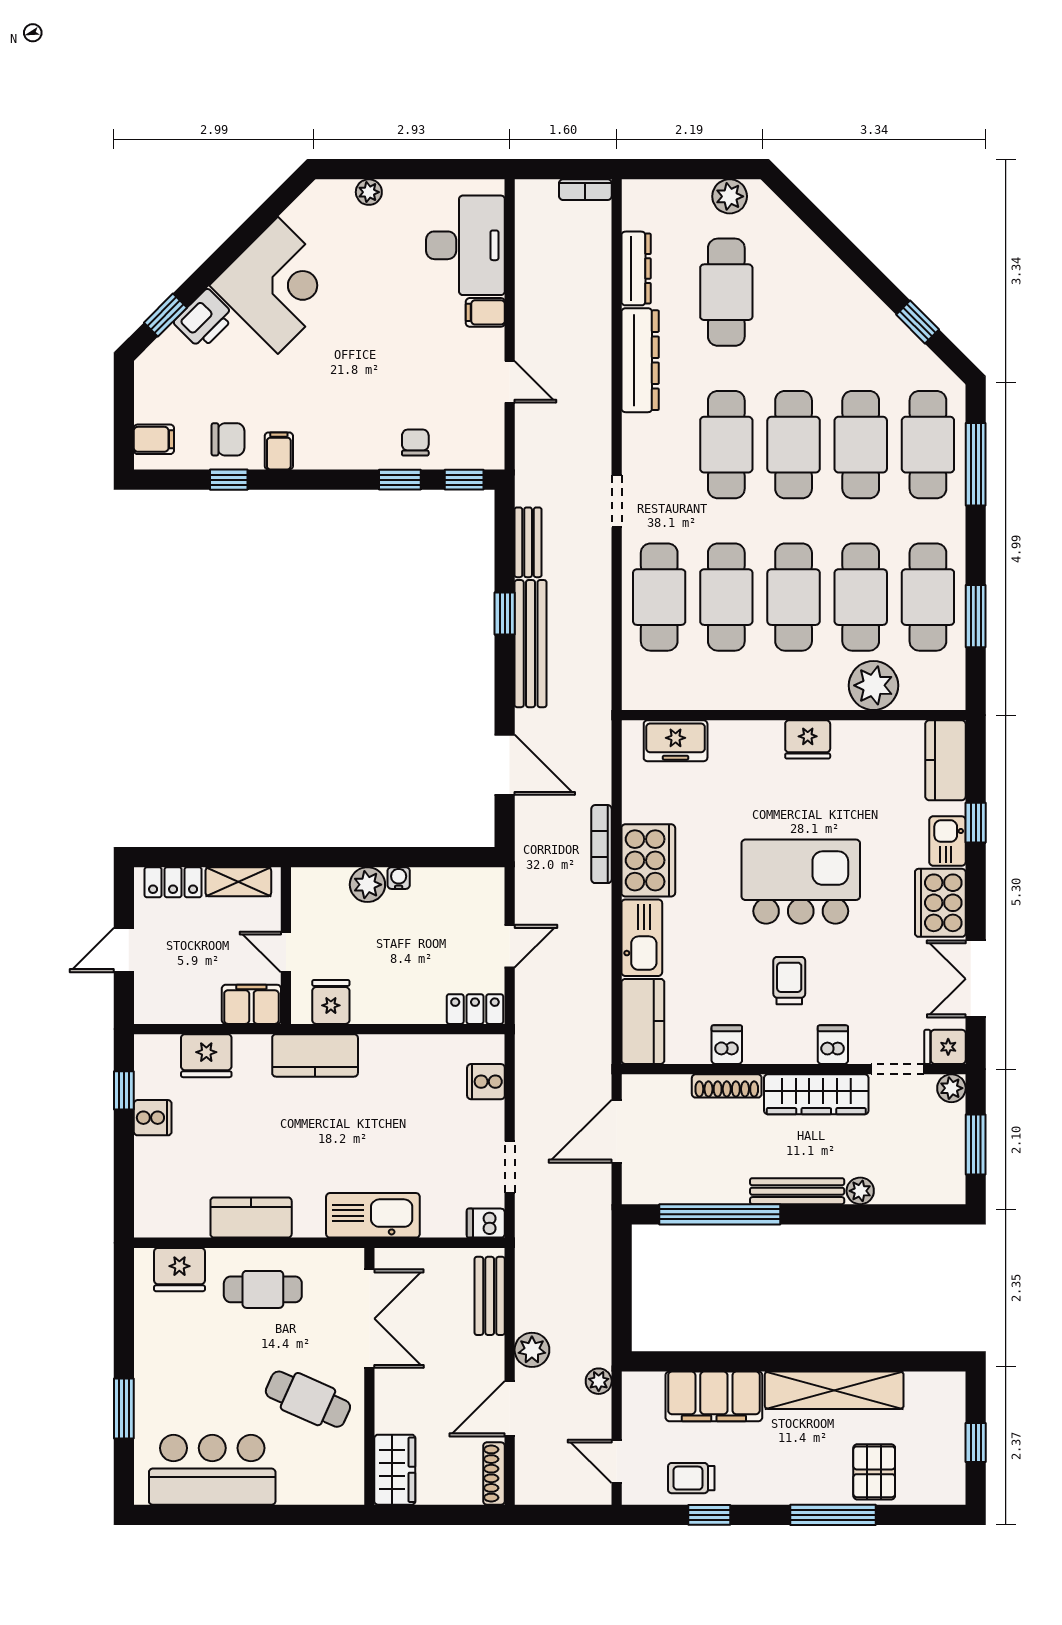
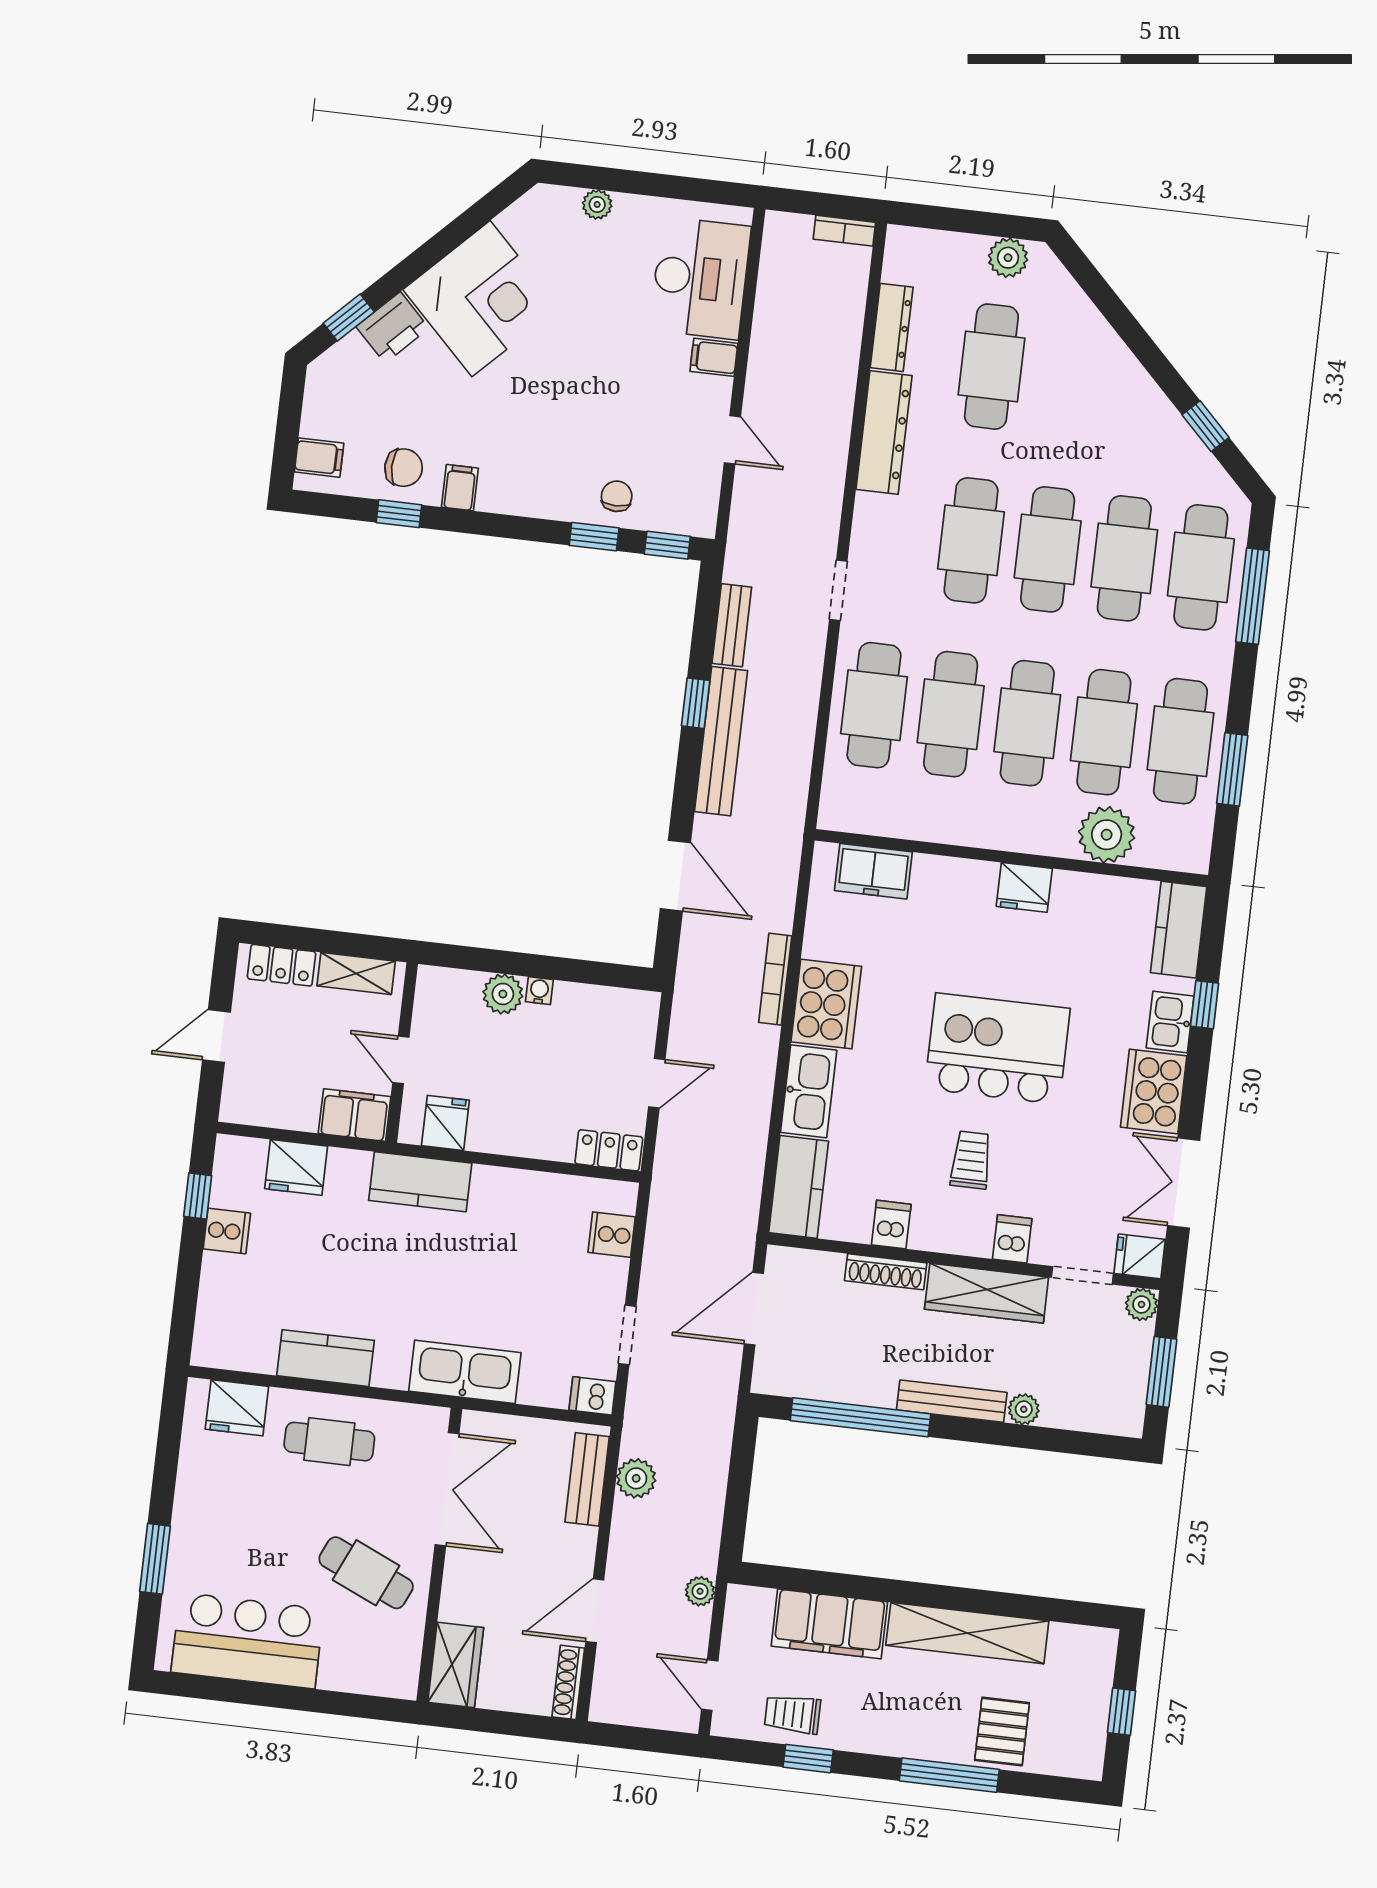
plant: (532, 1350) -> (636, 1478), moved

